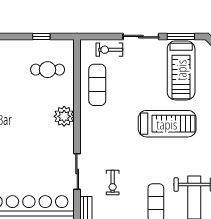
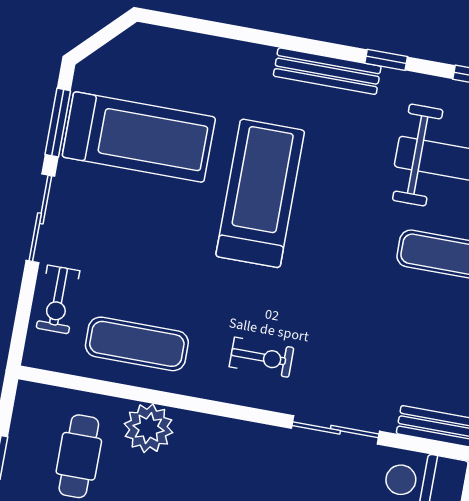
plant: (64, 116) -> (148, 428), moved
exercise bike: (113, 183) -> (261, 357), moved

